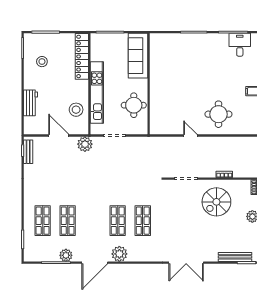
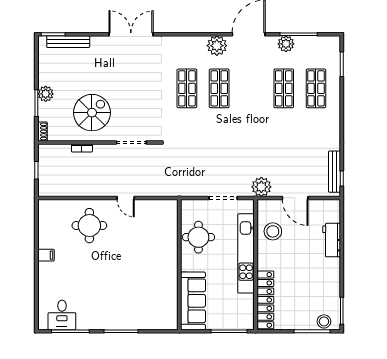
stool: (42, 62) -> (324, 321), moved
bench: (28, 152) -> (334, 172), width x1.36

